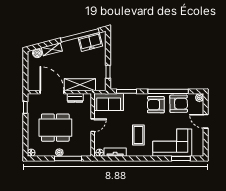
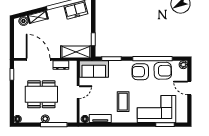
shelving: (80, 85) -> (76, 52), moved

